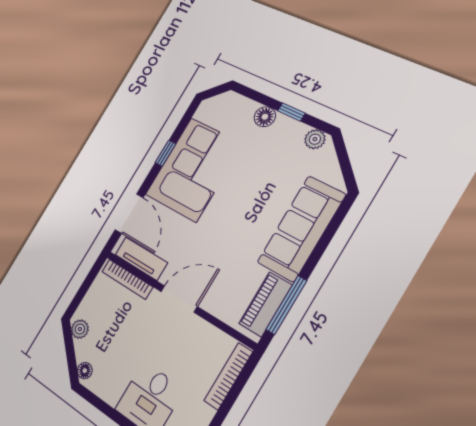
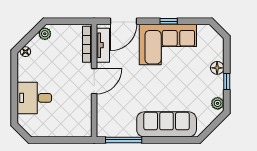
door: (179, 299) -> (94, 81), hinge flipped
piano: (266, 304) -> (118, 129), removed
bookcase: (228, 376) -> (72, 132), removed

